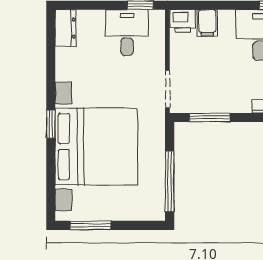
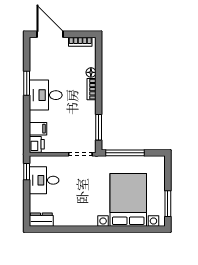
window: (51, 124) -> (103, 229), removed
bed with nightstands: (96, 147) -> (128, 200), width x0.73
window: (170, 181) -> (125, 153), moved

